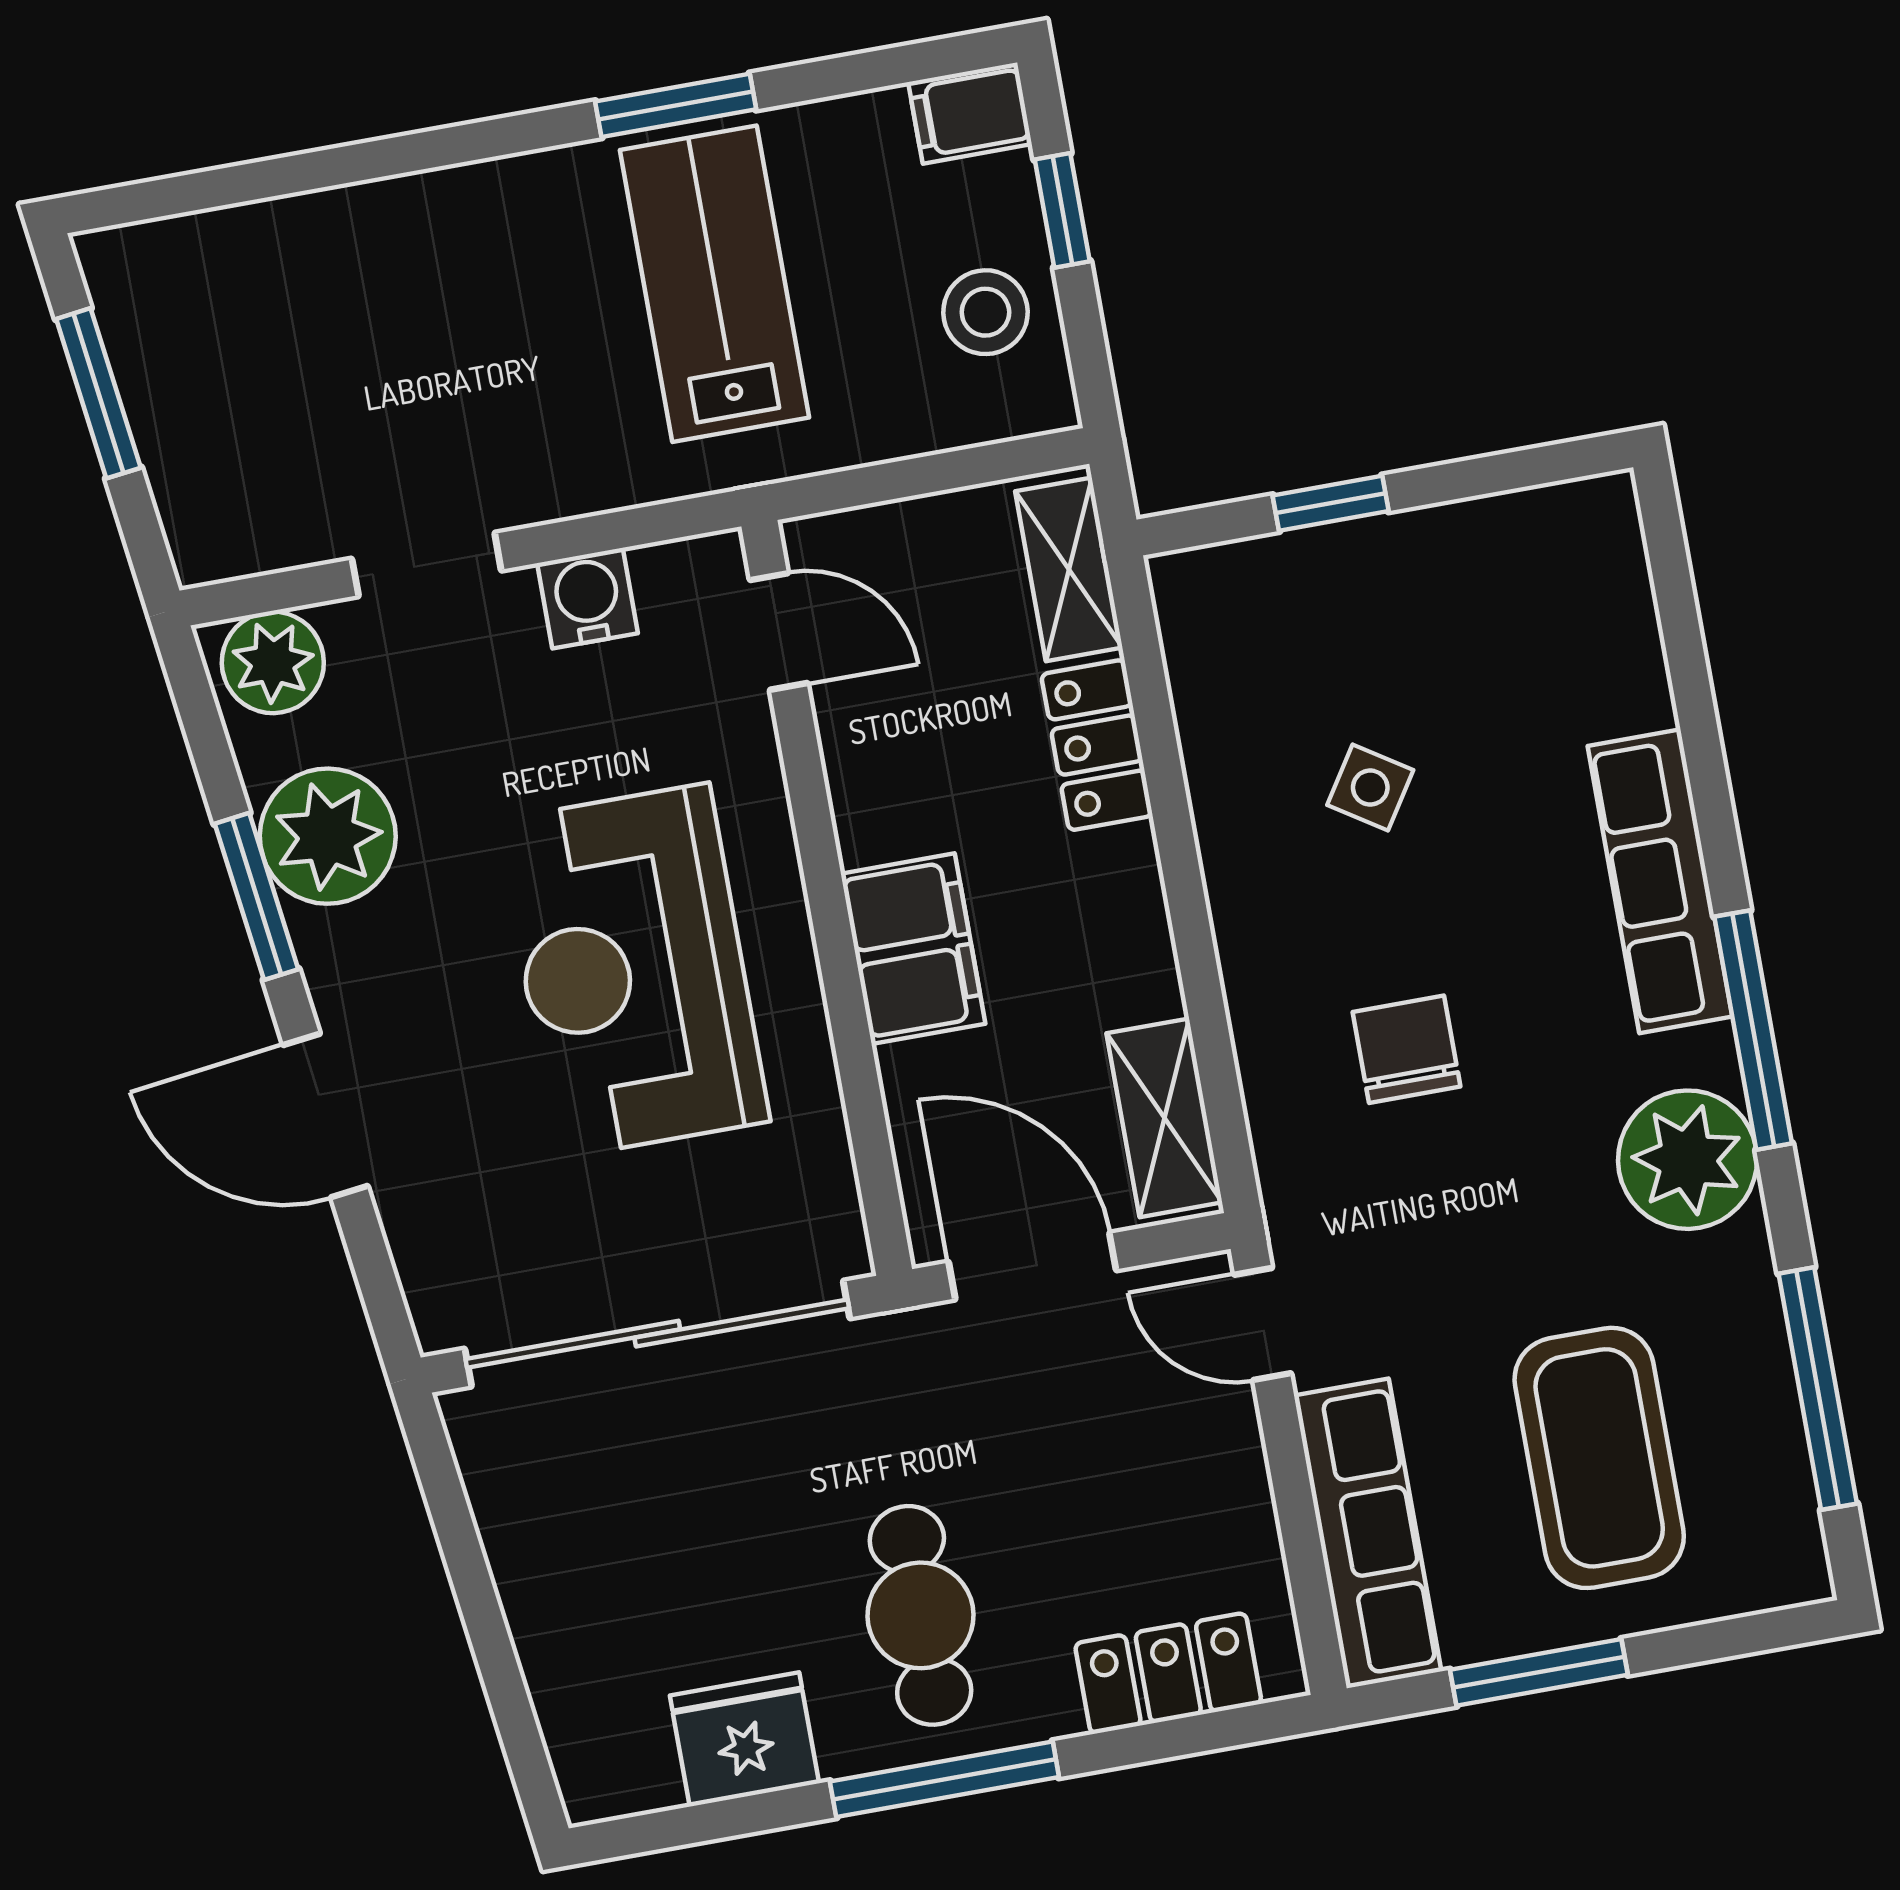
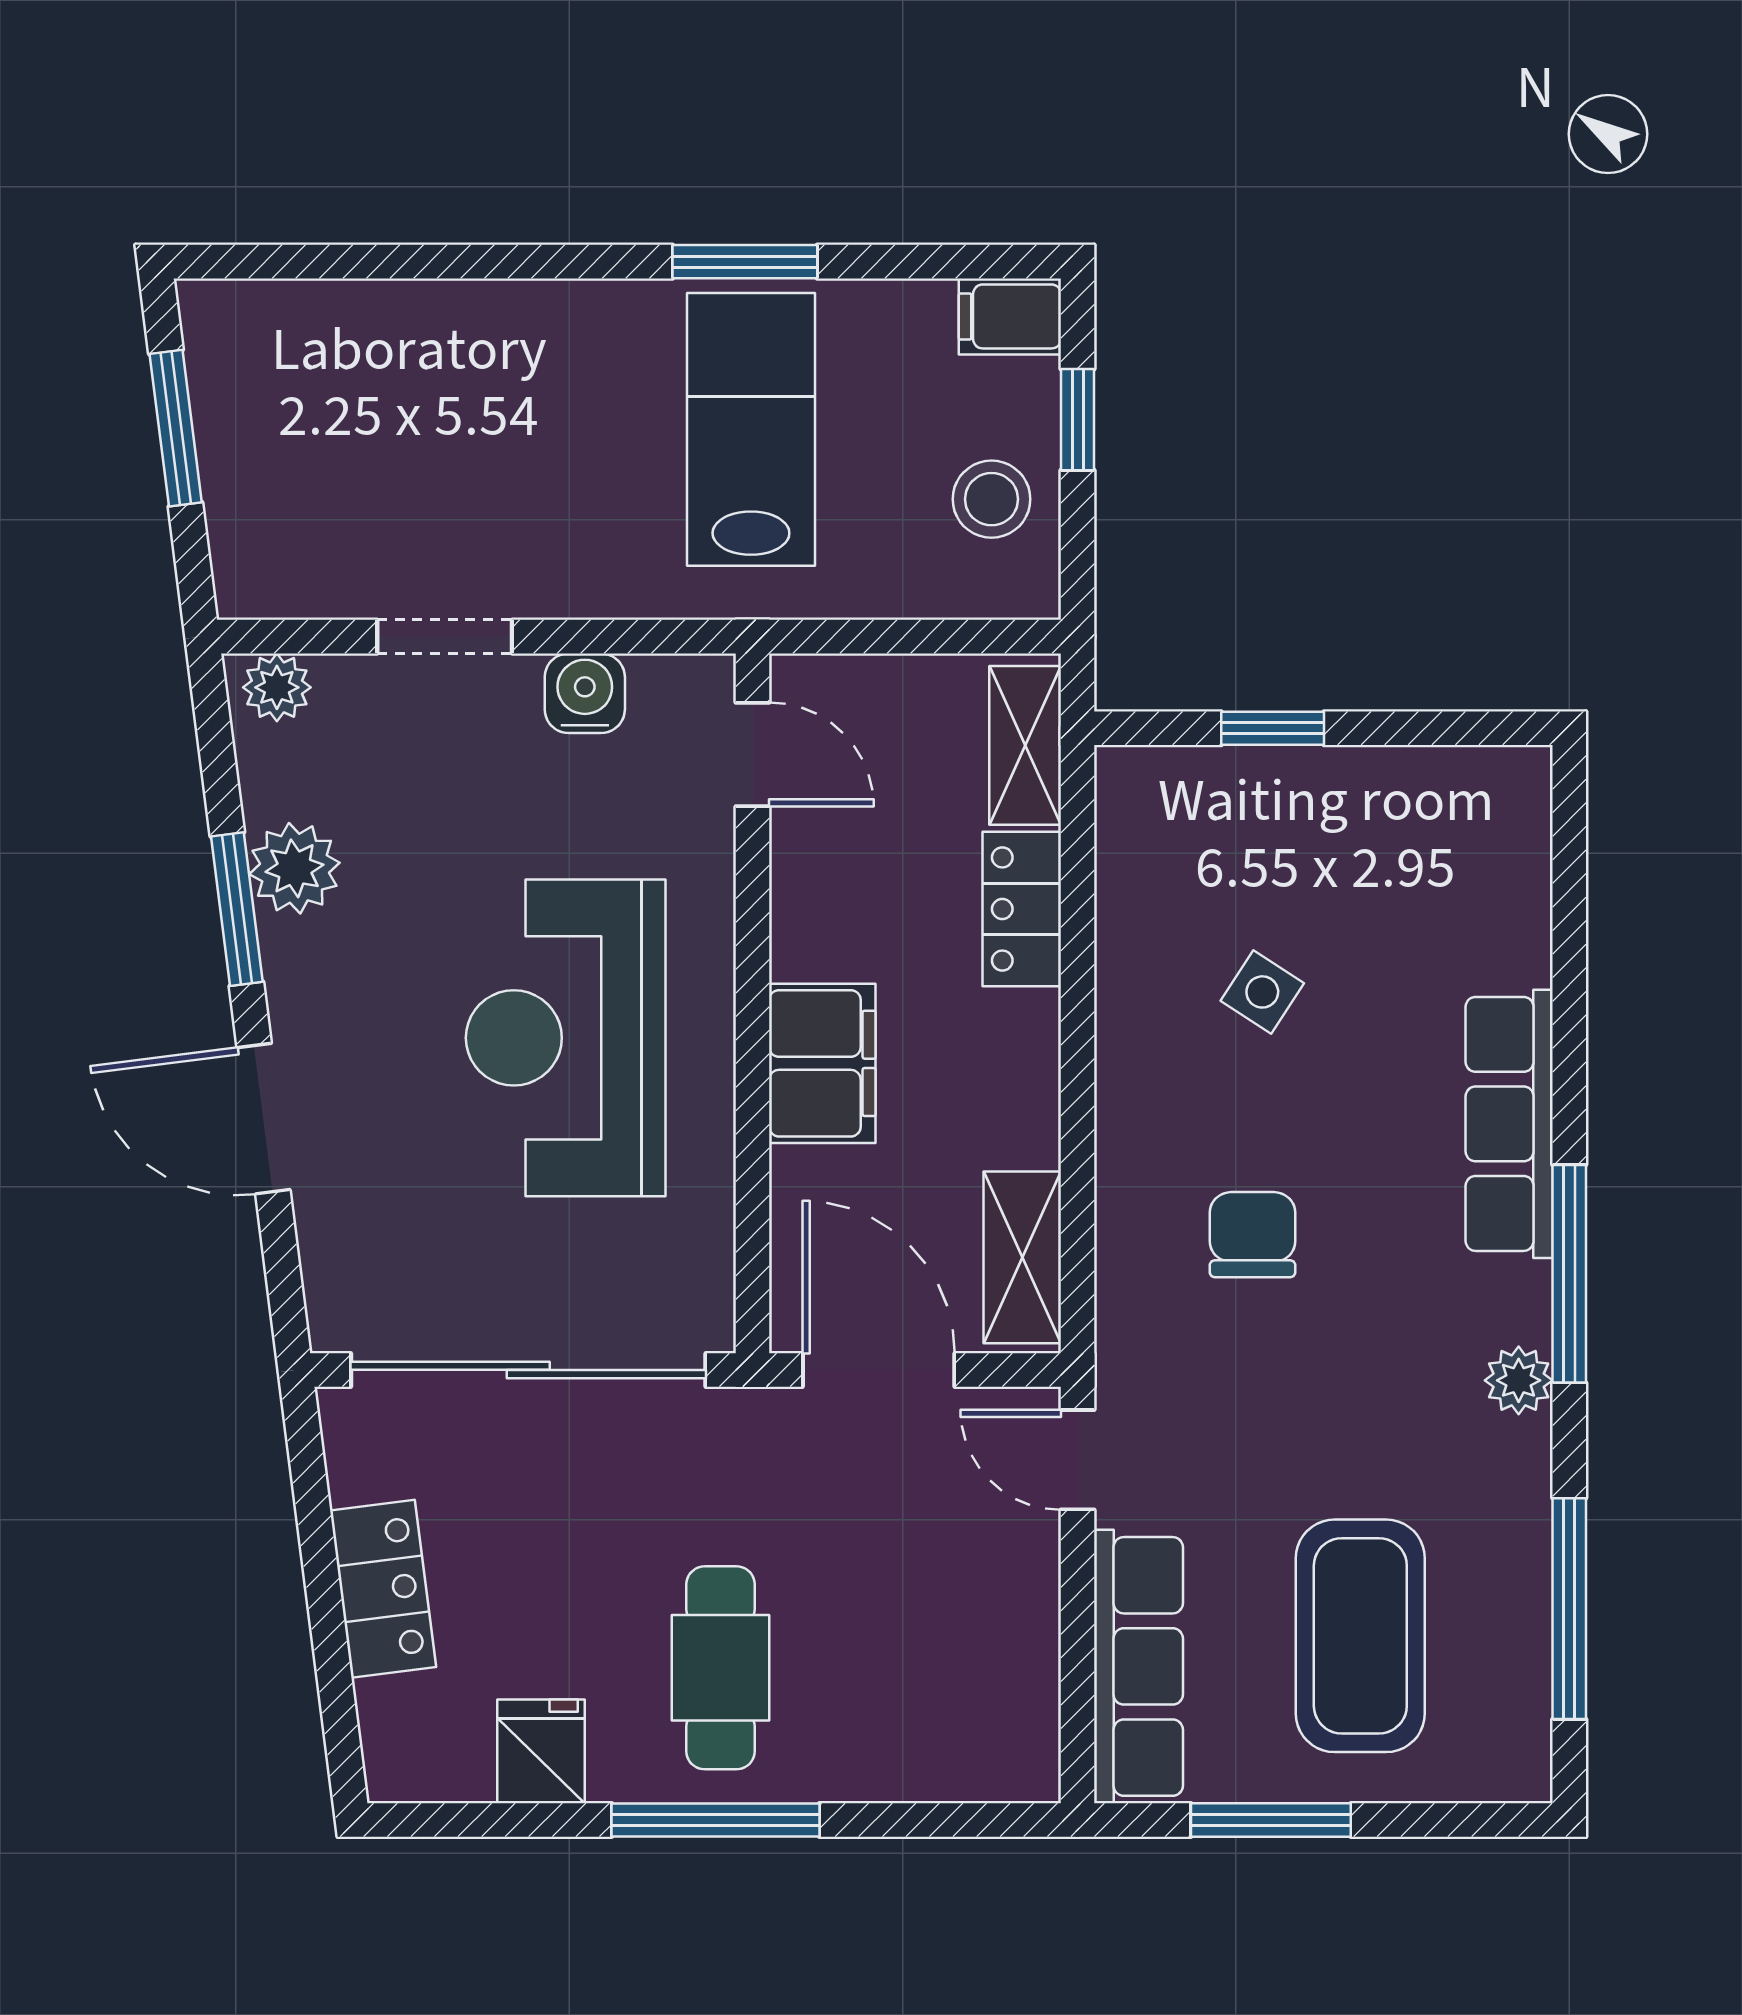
plant: (273, 662) -> (277, 687), width x0.73, depth x0.73
plant: (328, 836) -> (295, 868), width x0.73, depth x0.73
plant: (1688, 1160) -> (1519, 1380), width x0.53, depth x0.53
locker: (1168, 1673) -> (383, 1589), moved, turned 83
fridge: (744, 1739) -> (541, 1751), width x0.72

